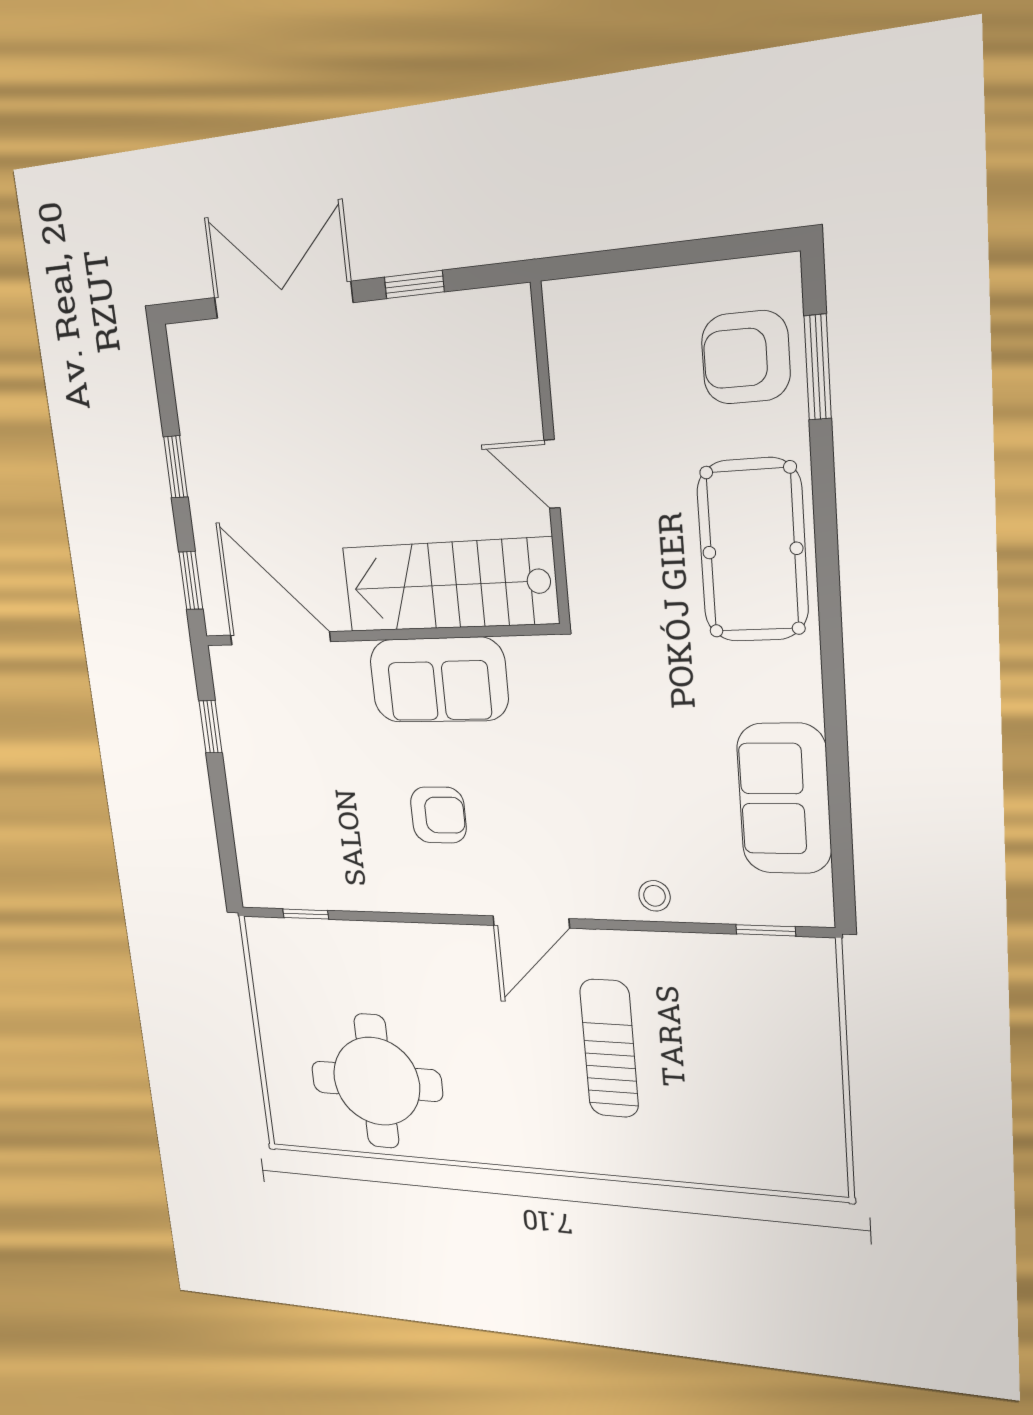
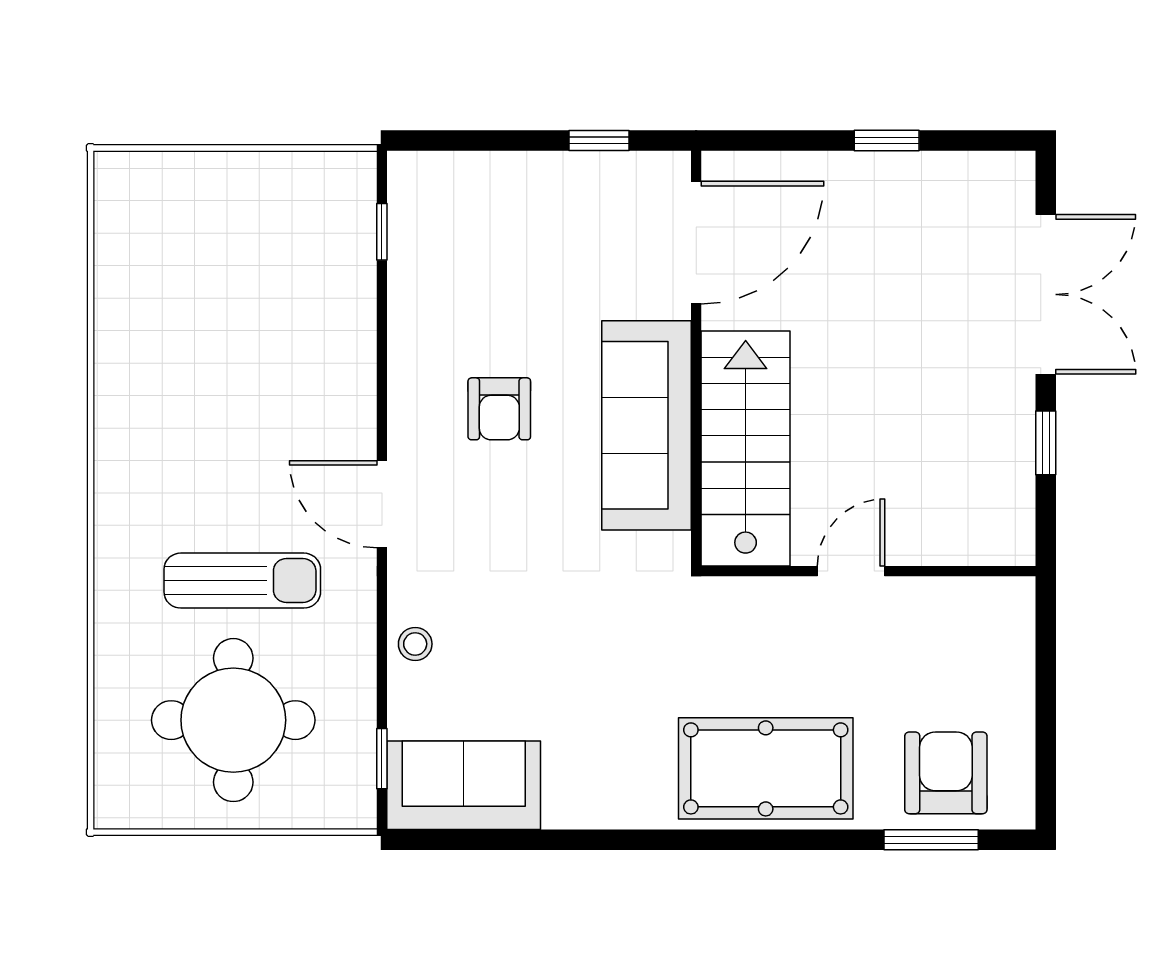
window: (191, 580) -> (763, 140), removed
sofa: (439, 680) -> (646, 425), width x1.36
sofa: (784, 799) -> (464, 785), moved
round table: (377, 1081) -> (233, 720), moved

